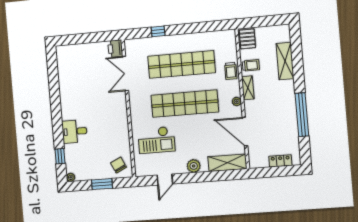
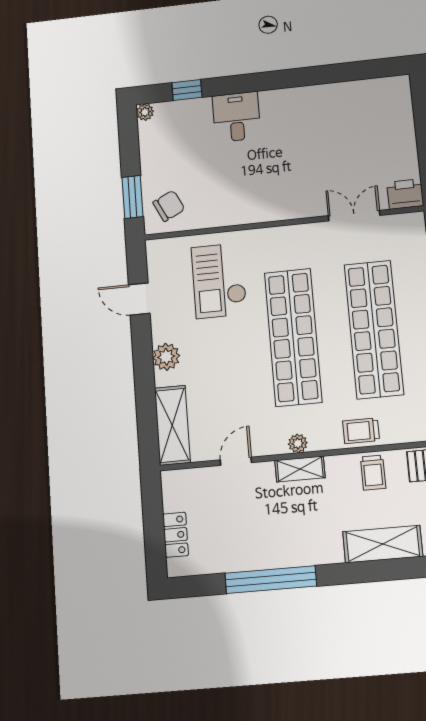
double door: (125, 74) -> (354, 216), width x0.73
shelving: (248, 88) -> (300, 469), moved
door: (245, 132) -> (236, 461), width x0.53
window: (102, 184) -> (133, 197), moved

